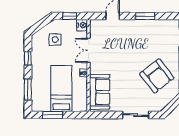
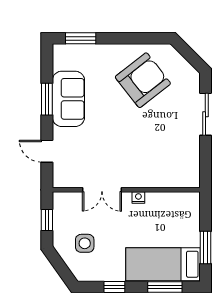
nightstand: (82, 25) -> (62, 200), removed
bed: (61, 88) -> (163, 264), moved
sofa: (100, 92) -> (68, 99), moved, turned 90

